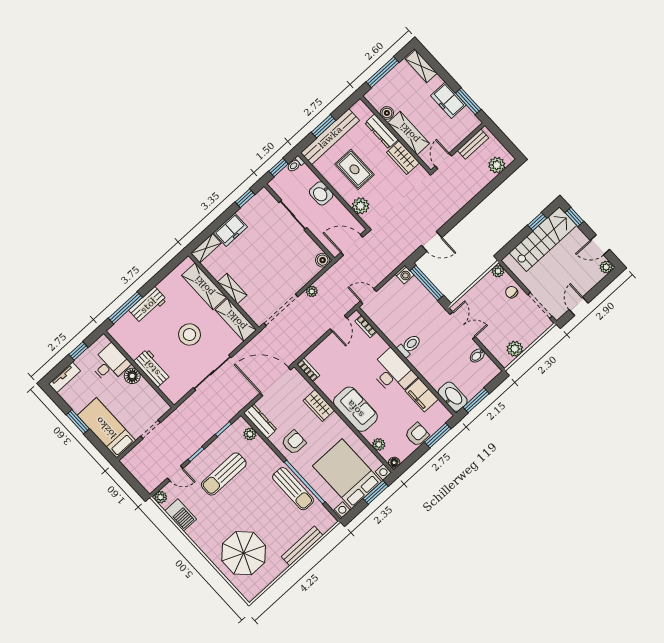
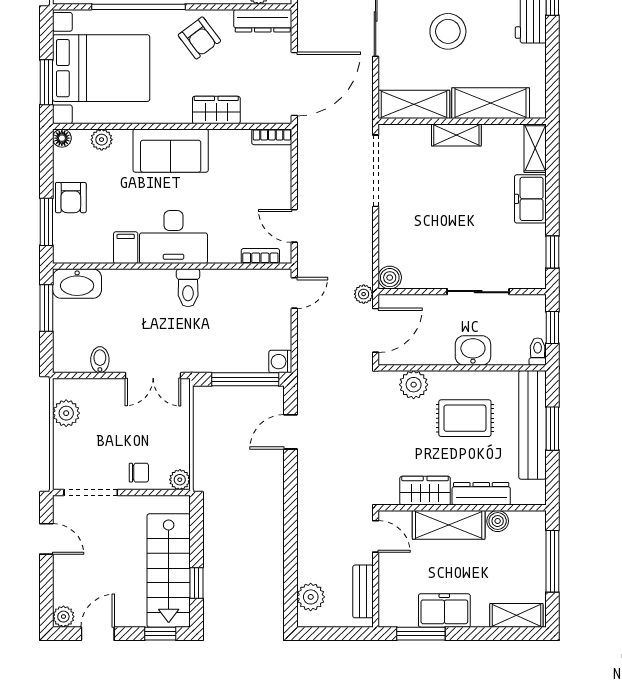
plant: (312, 291) -> (364, 294), moved
filing cabinet: (422, 395) -> (126, 248), width x0.50
armchair: (294, 442) -> (199, 38), turned -37

